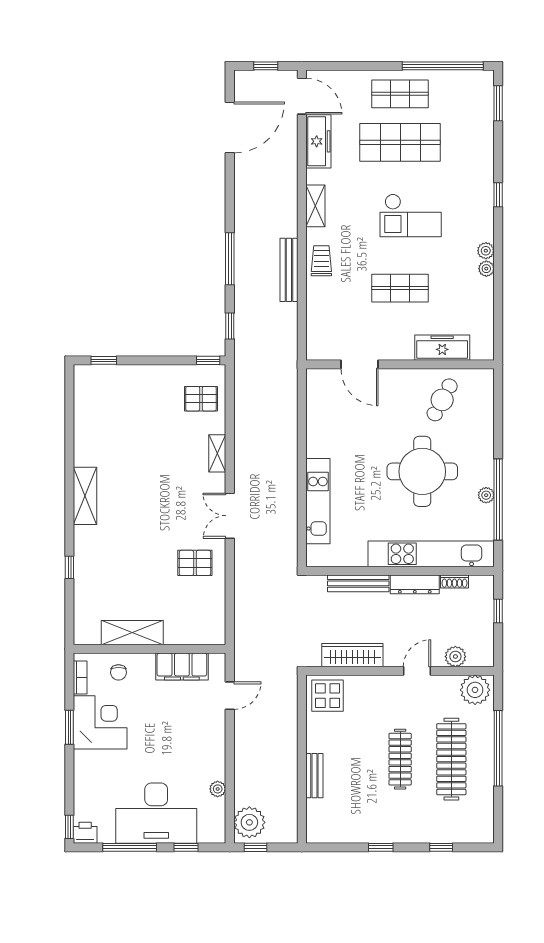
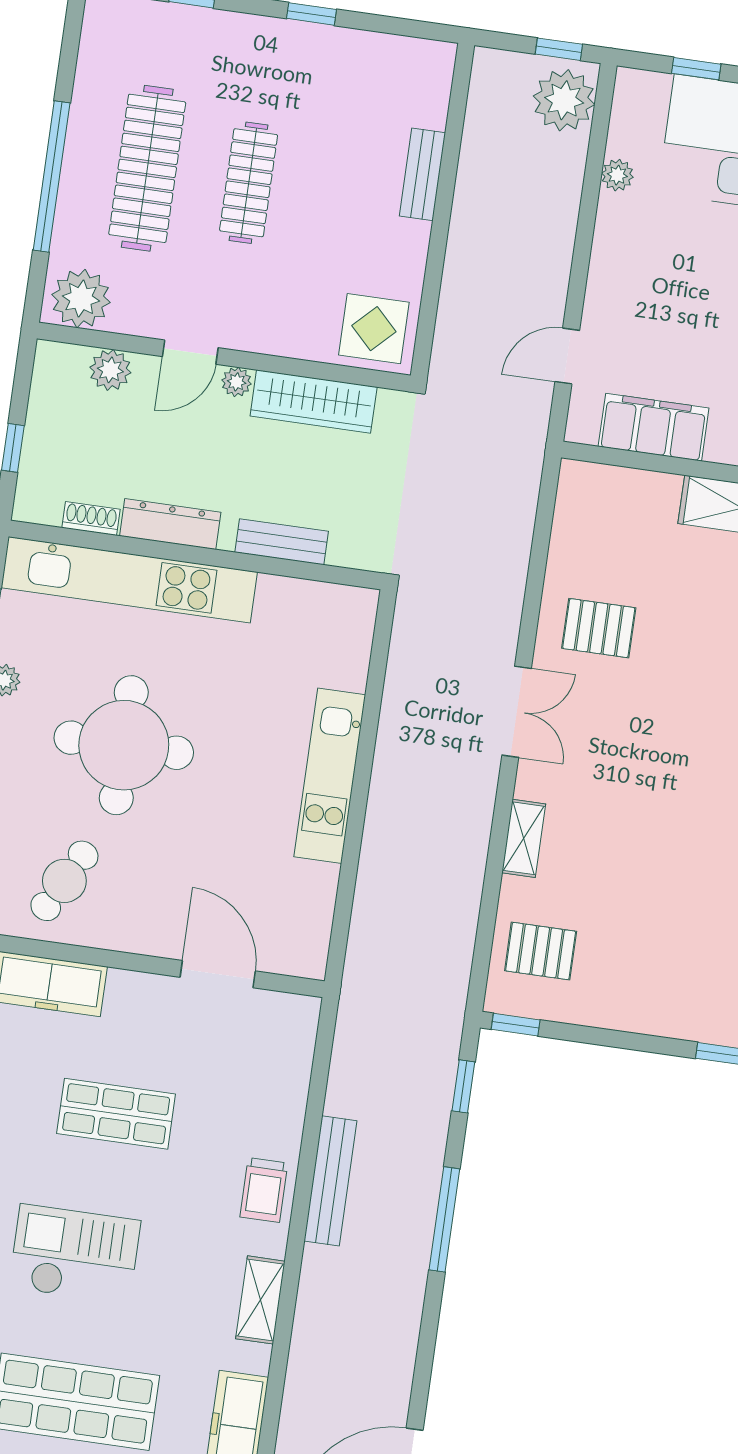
kitchen unit: (318, 501) -> (330, 776), moved
bench: (358, 583) -> (282, 542), width x0.73
plant: (392, 659) -> (237, 382), added

